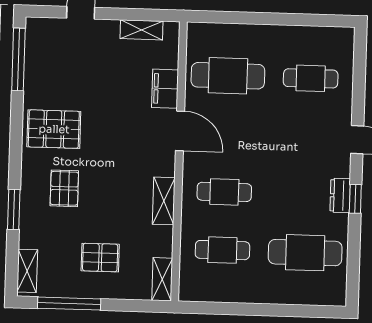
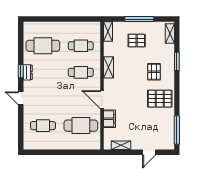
window: (69, 304) -> (139, 19), moved

